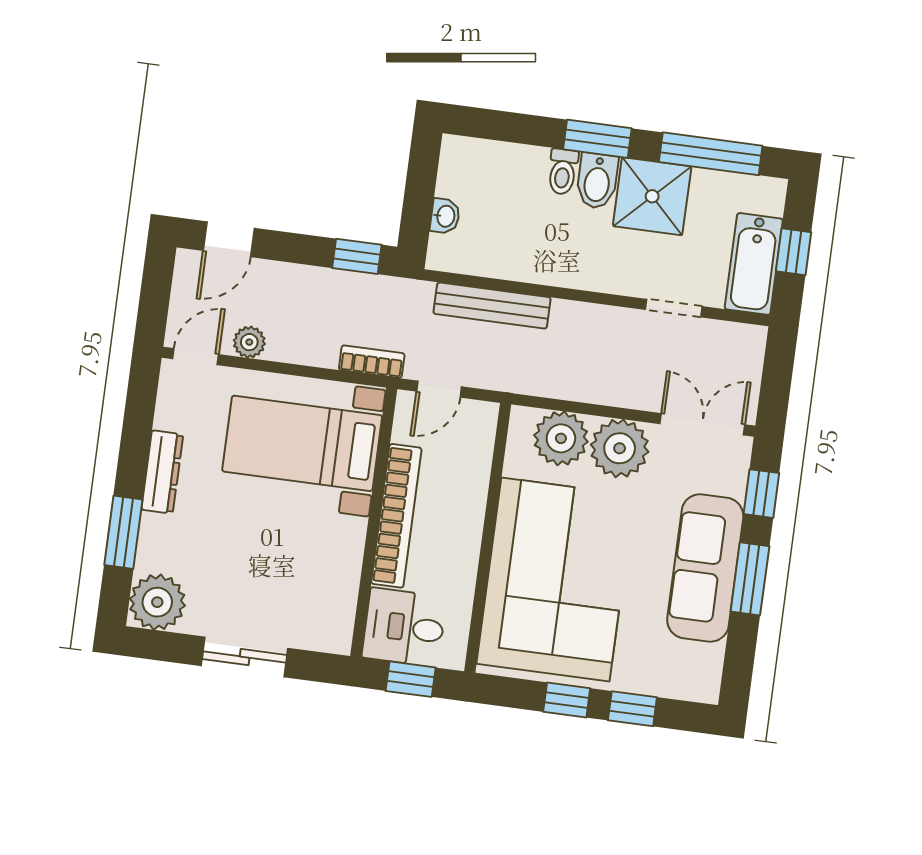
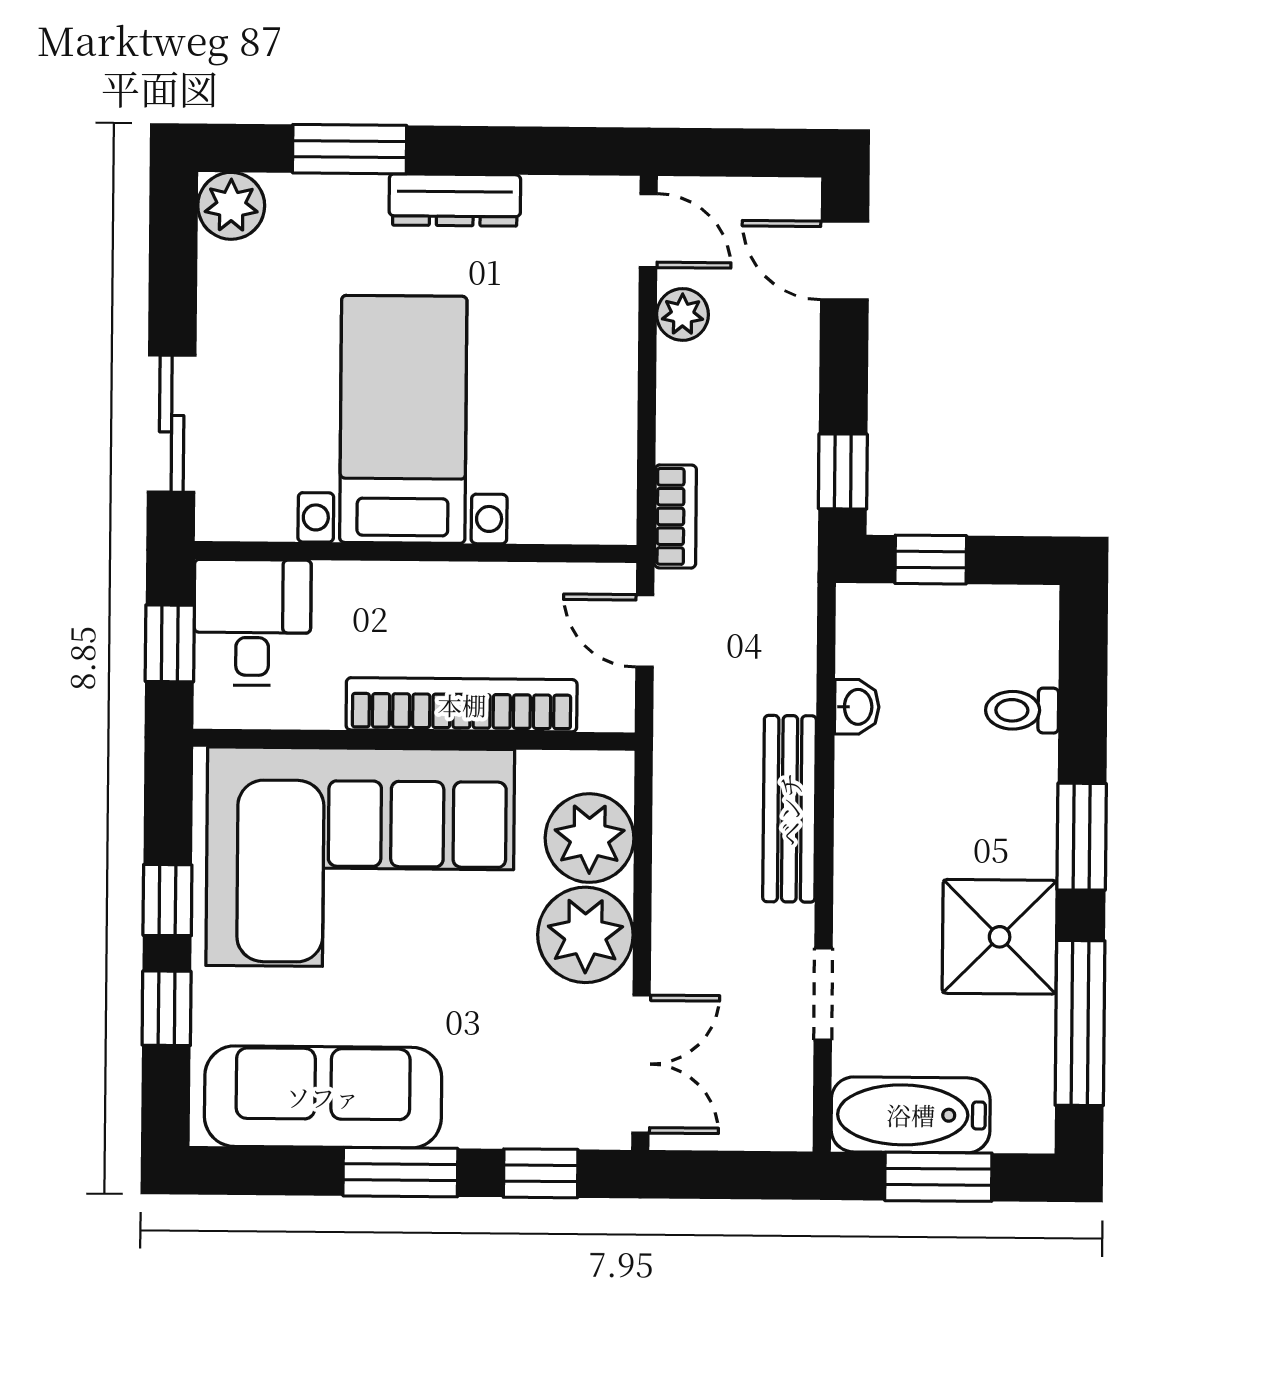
toilet: (563, 172) -> (1022, 710), moved
bidet: (597, 181) -> (1013, 845), removed
window: (417, 210) -> (931, 560), added
washbasin: (445, 216) -> (857, 707), moved, turned -90
window: (794, 252) -> (938, 1177), width x1.50
bench: (492, 306) -> (790, 809), moved
bed with nightstands: (302, 443) -> (403, 419), moved
bookcase: (396, 516) -> (462, 705), moved, turned 180
sofa: (705, 568) -> (323, 1097), moved
plant: (157, 602) -> (231, 206), width x0.73, depth x0.73
sliding door: (245, 657) -> (172, 424), moved

